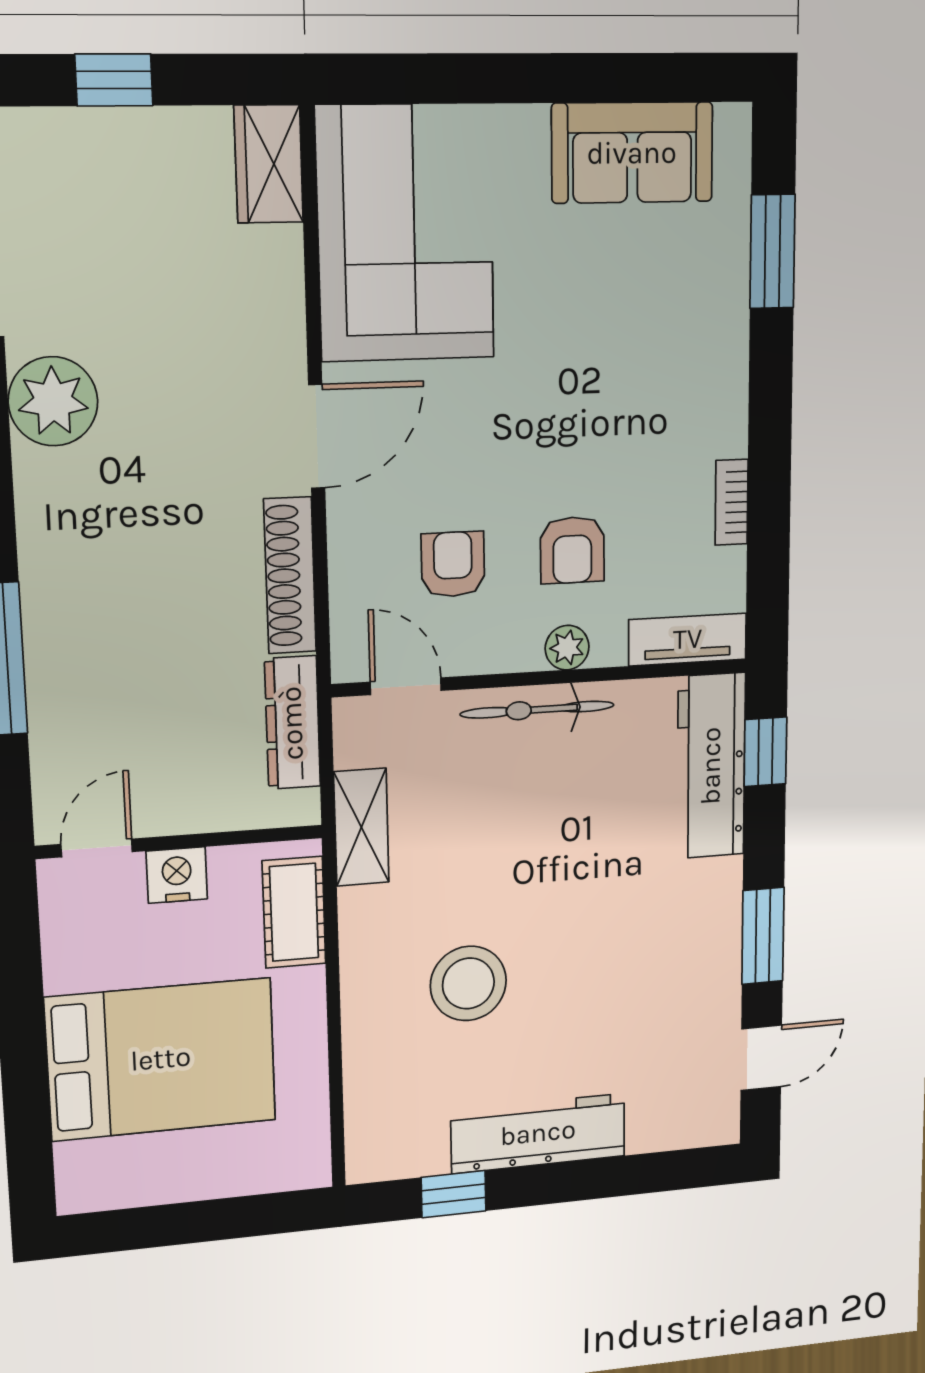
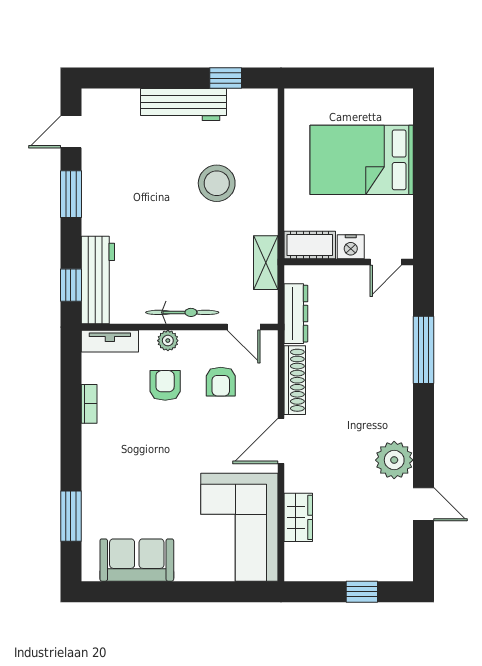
wardrobe: (269, 164) -> (298, 517), moved
cot: (294, 912) -> (310, 245), moved, turned 90

